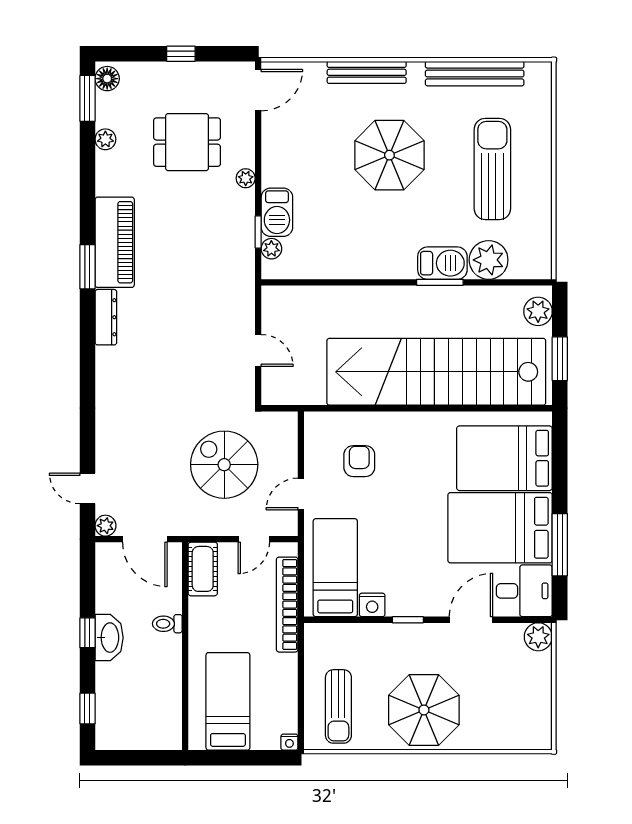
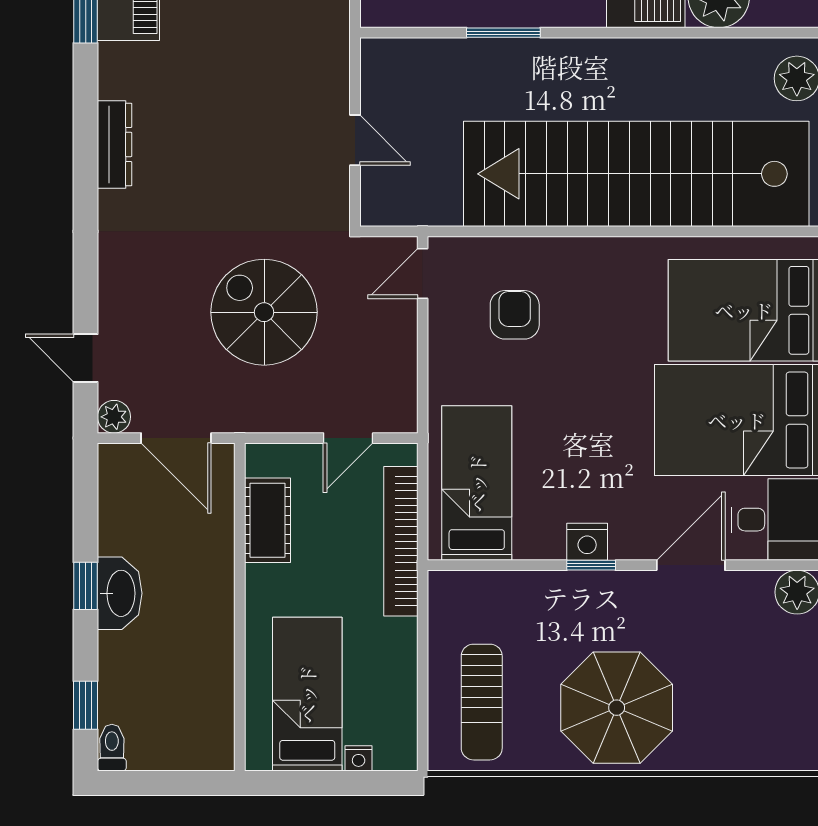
window: (440, 282) -> (503, 33), moved
dresser: (106, 317) -> (115, 144), moved
spiral stairs: (224, 465) -> (264, 312), moved
door: (301, 494) -> (423, 273), moved
cot: (203, 569) -> (268, 520), moved
nightstand: (372, 605) -> (587, 542), moved
toilet: (167, 624) -> (112, 748), moved, turned 90
nightstand: (289, 742) -> (359, 758), moved

